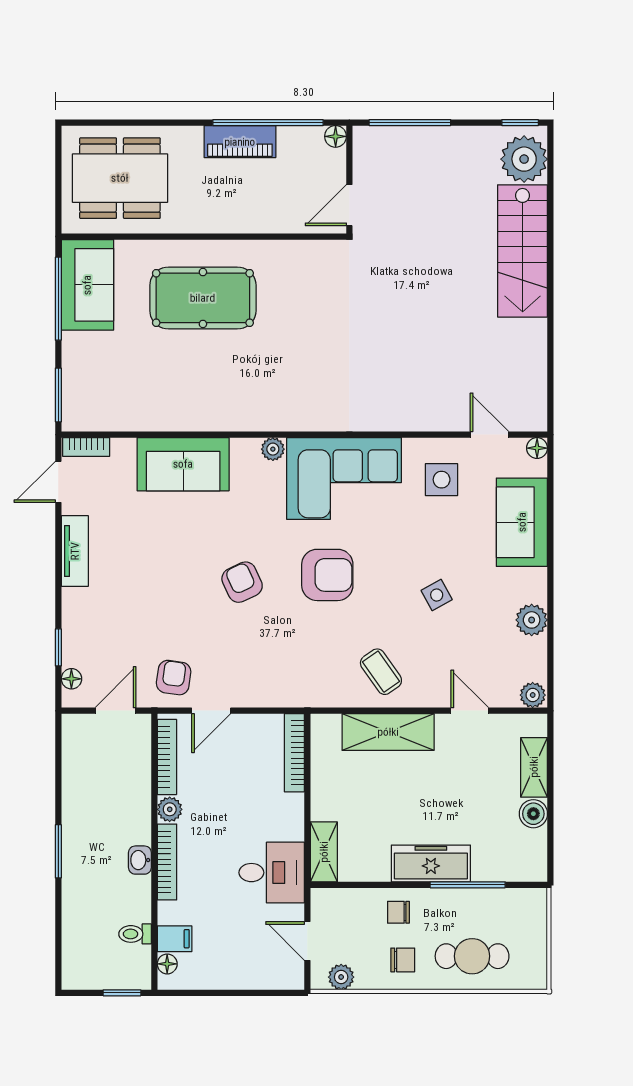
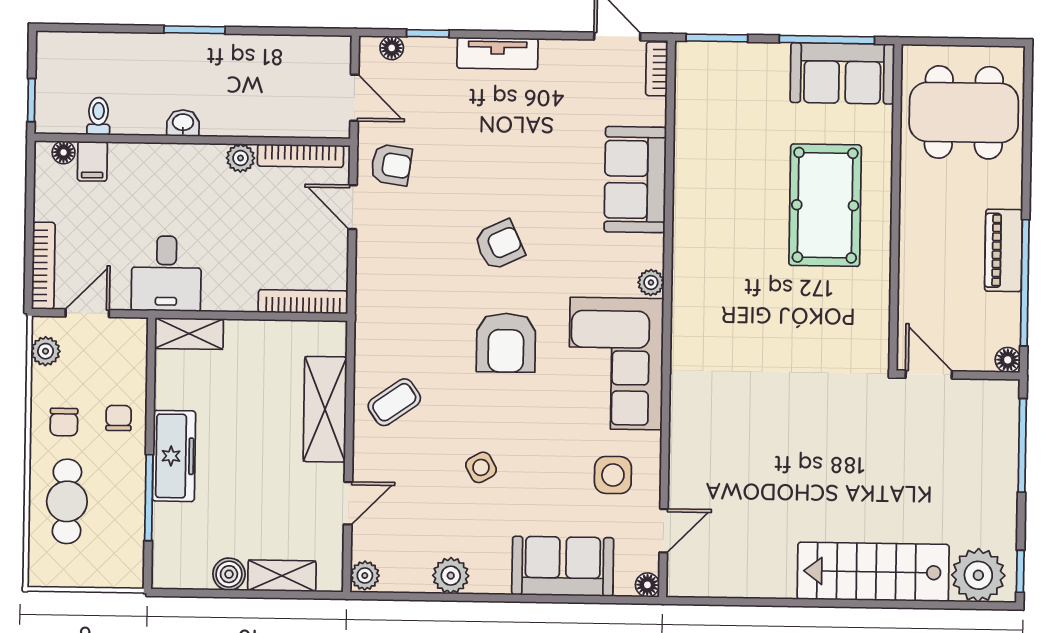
dining table: (120, 178) -> (964, 112), turned 90
tv unit: (75, 551) -> (498, 53), moved
bookcase: (167, 862) -> (43, 266), moved, turned -90

